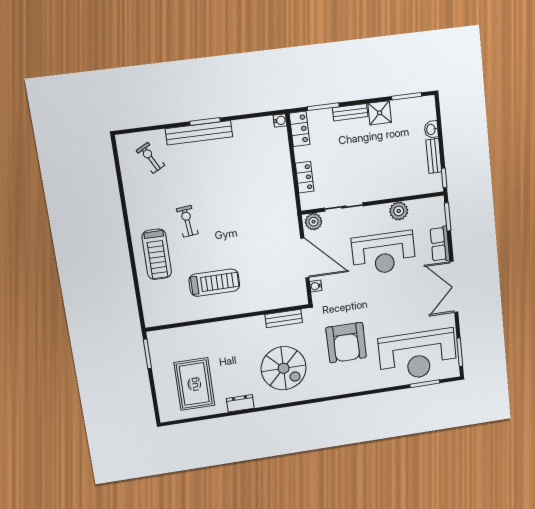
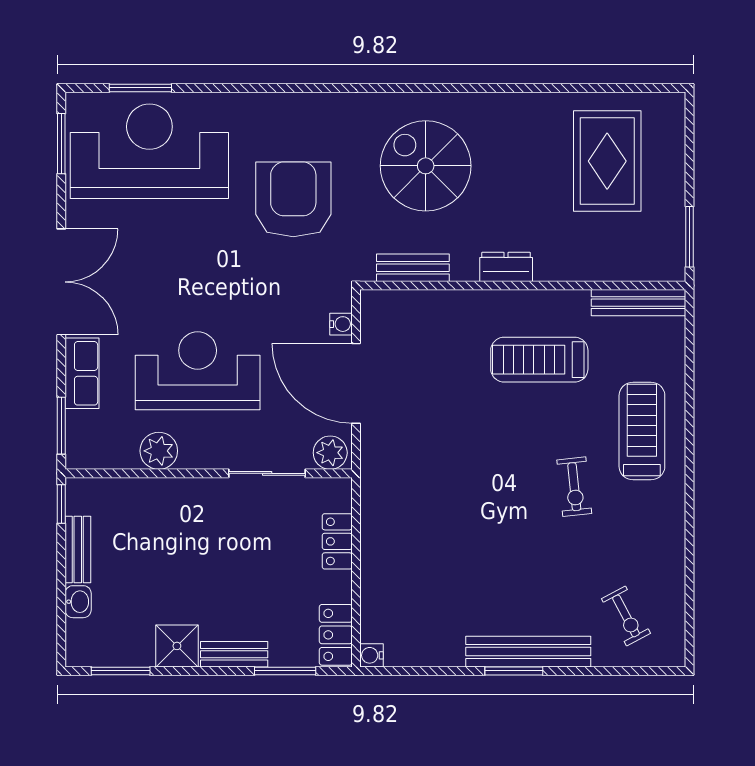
bench: (168, 318) -> (639, 303), added
dresser: (240, 403) -> (506, 267), moved, turned 180

